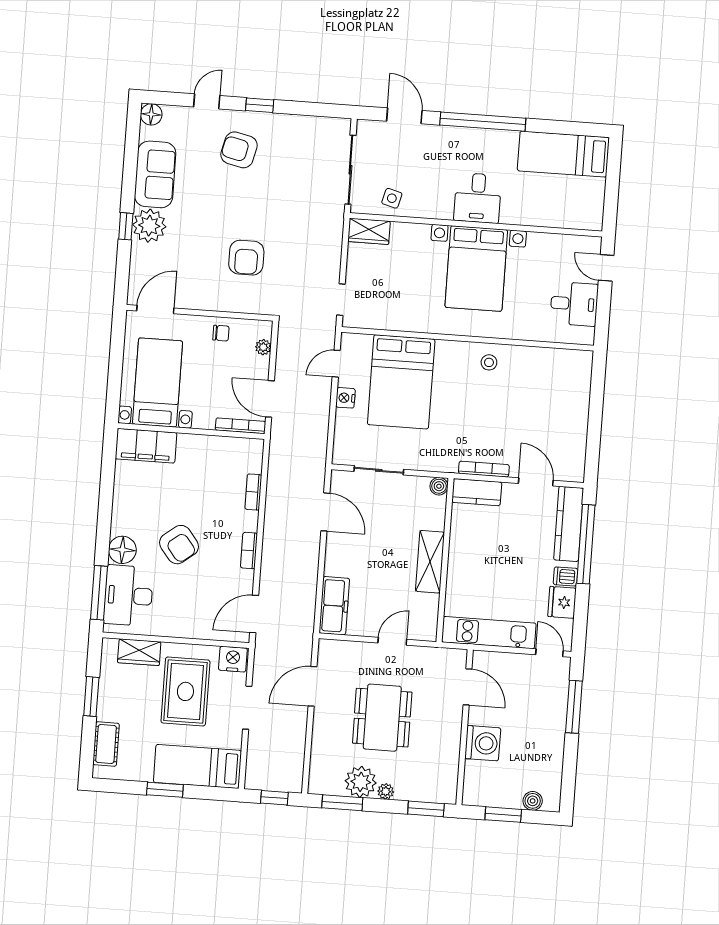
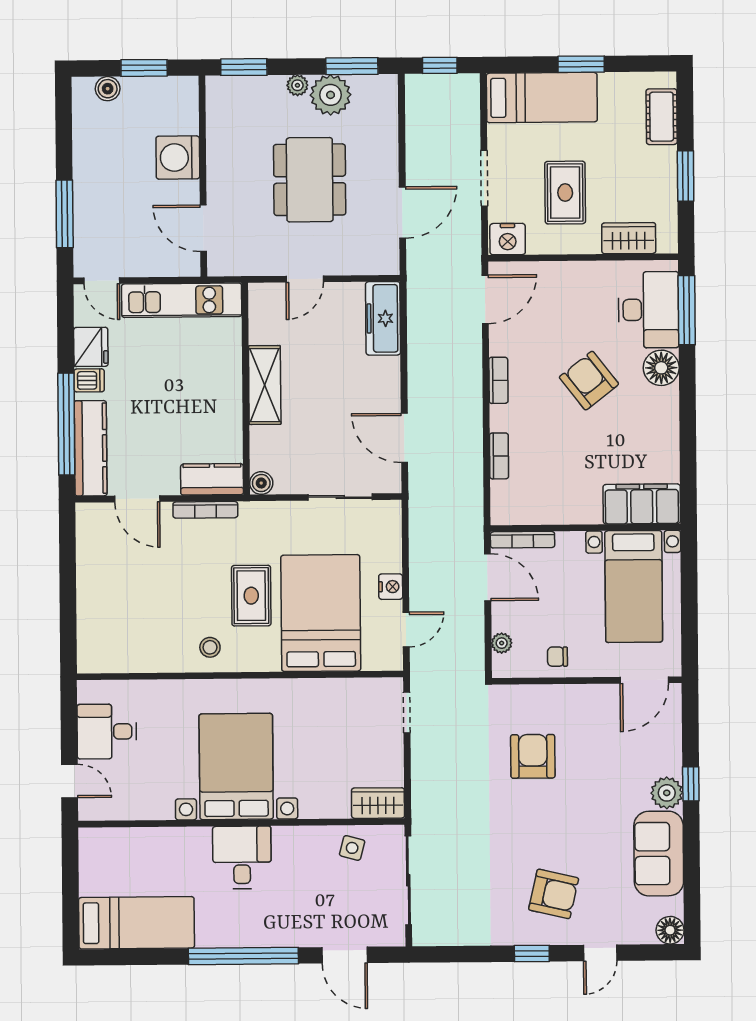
plant: (149, 226) -> (667, 793), width x0.73, depth x0.73
rug: (454, 400) -> (251, 596), added
rug: (185, 691) -> (565, 193), width x0.73, depth x0.70

